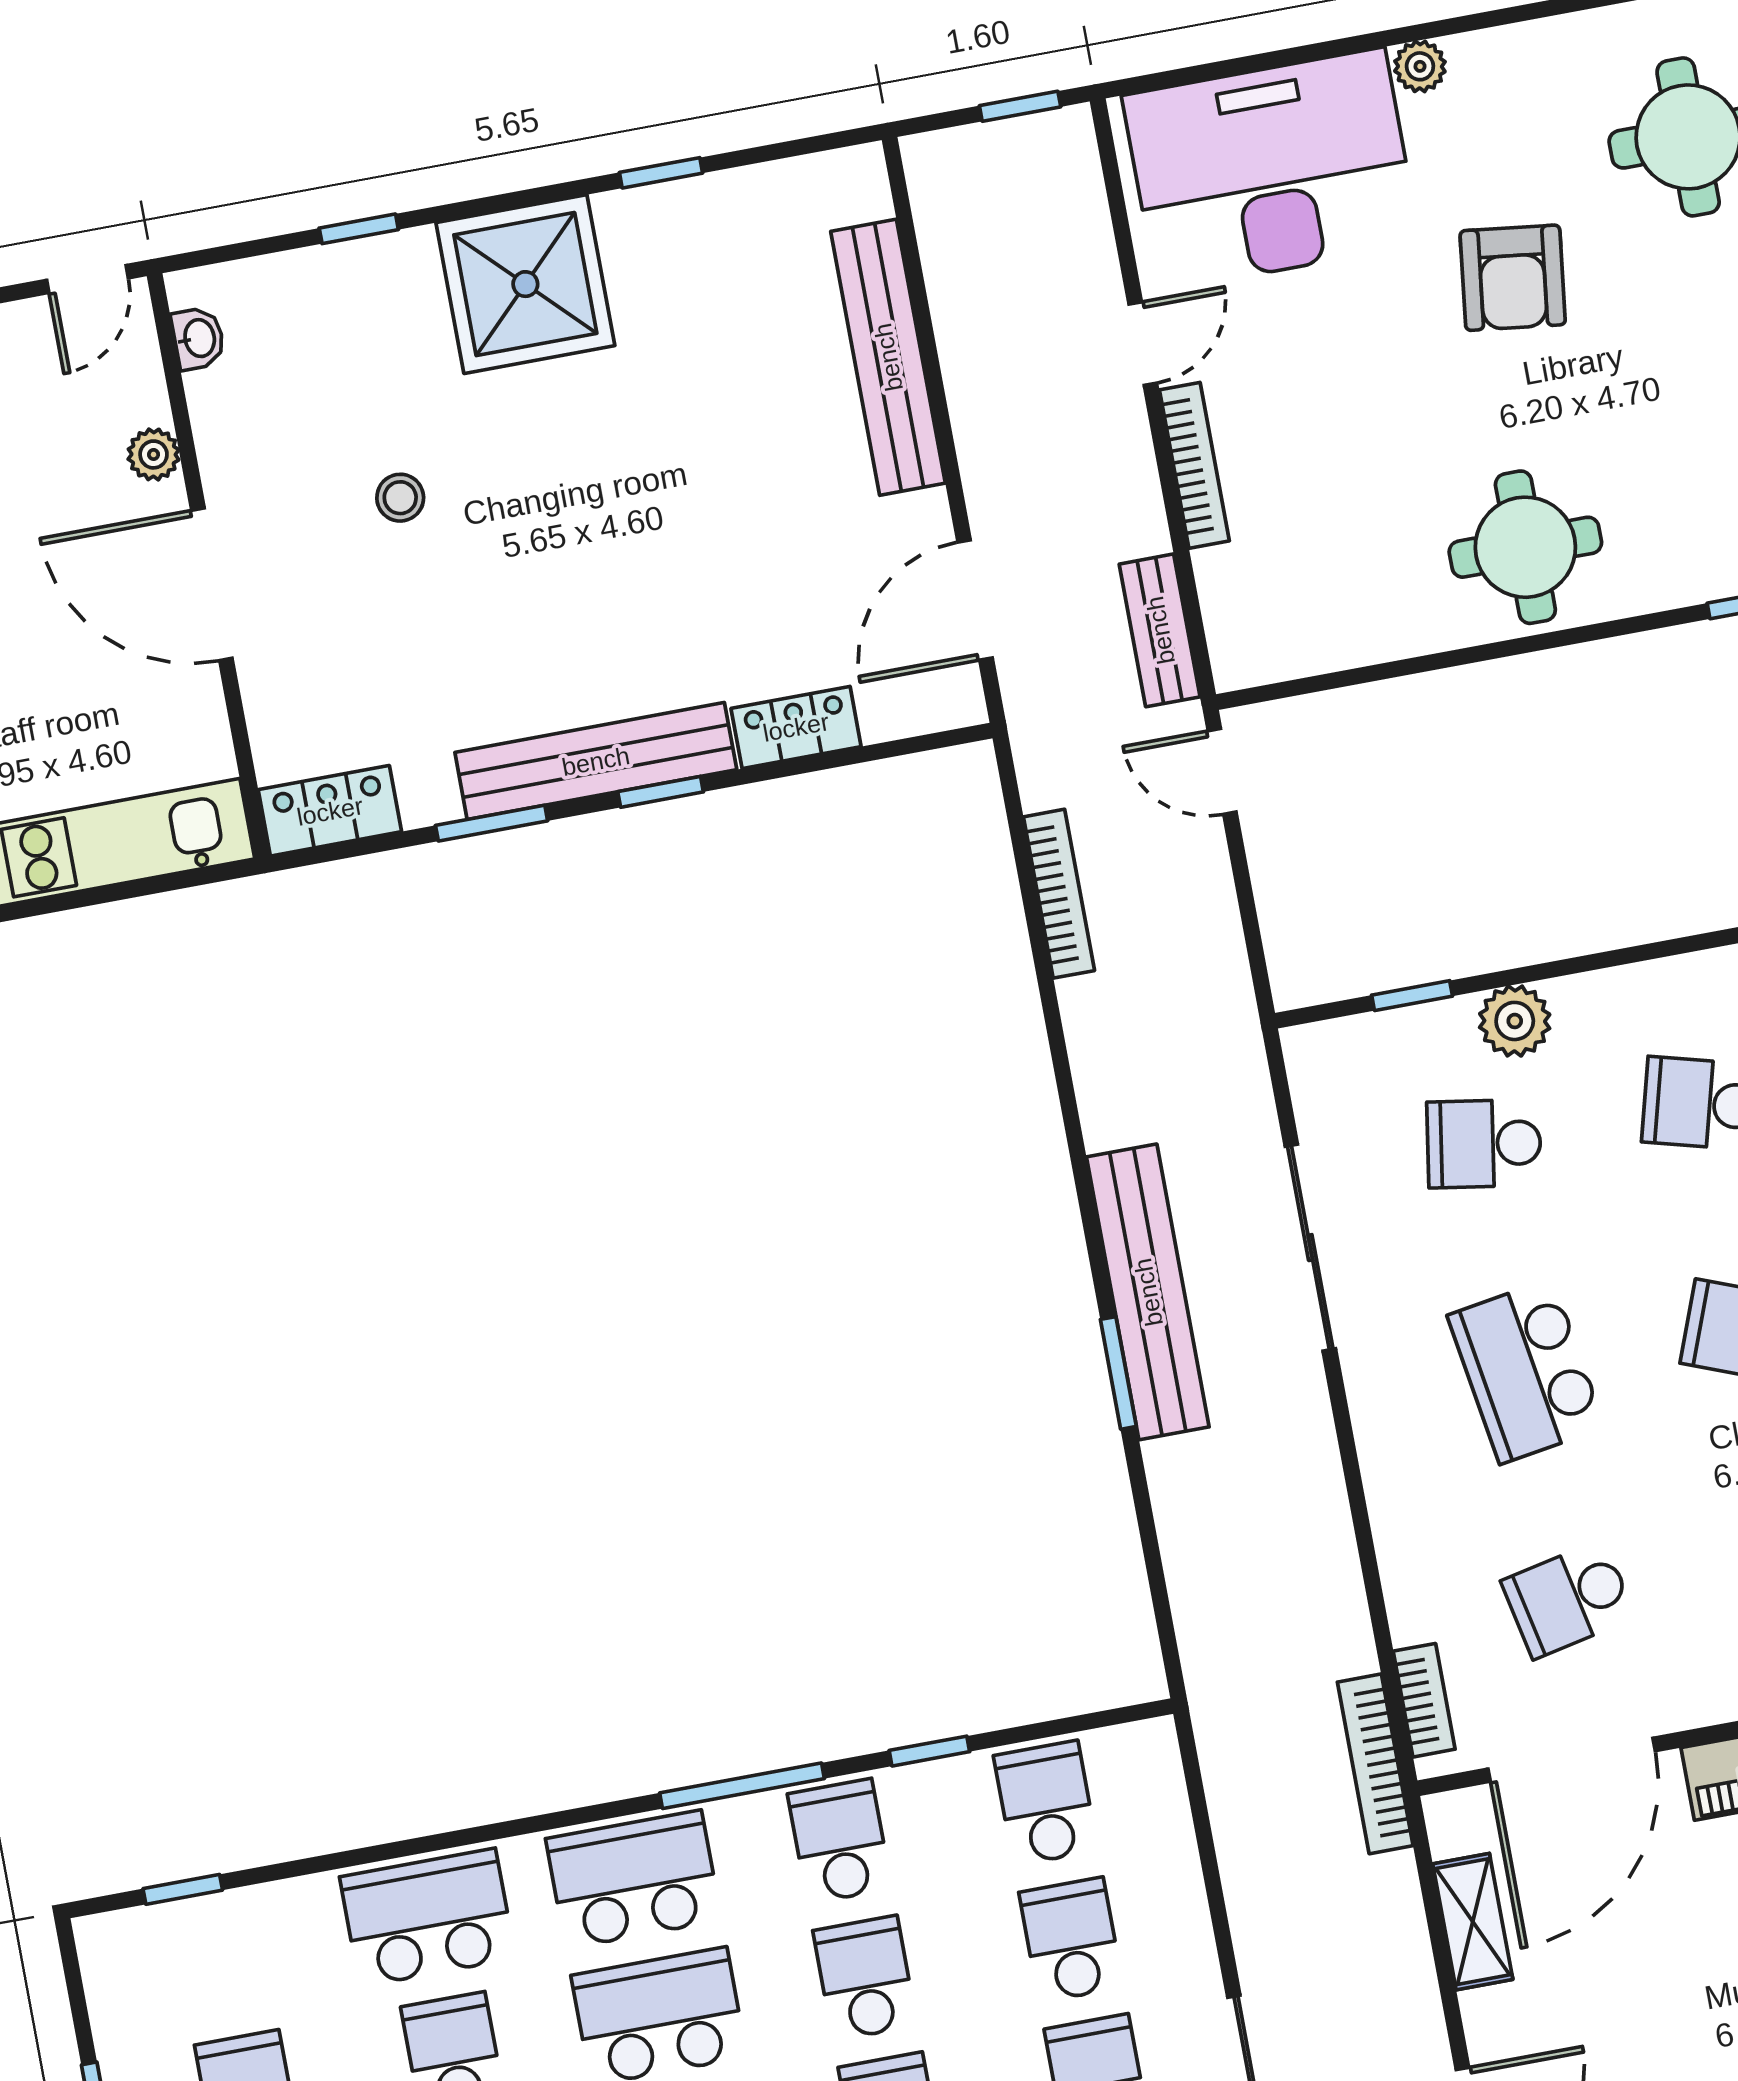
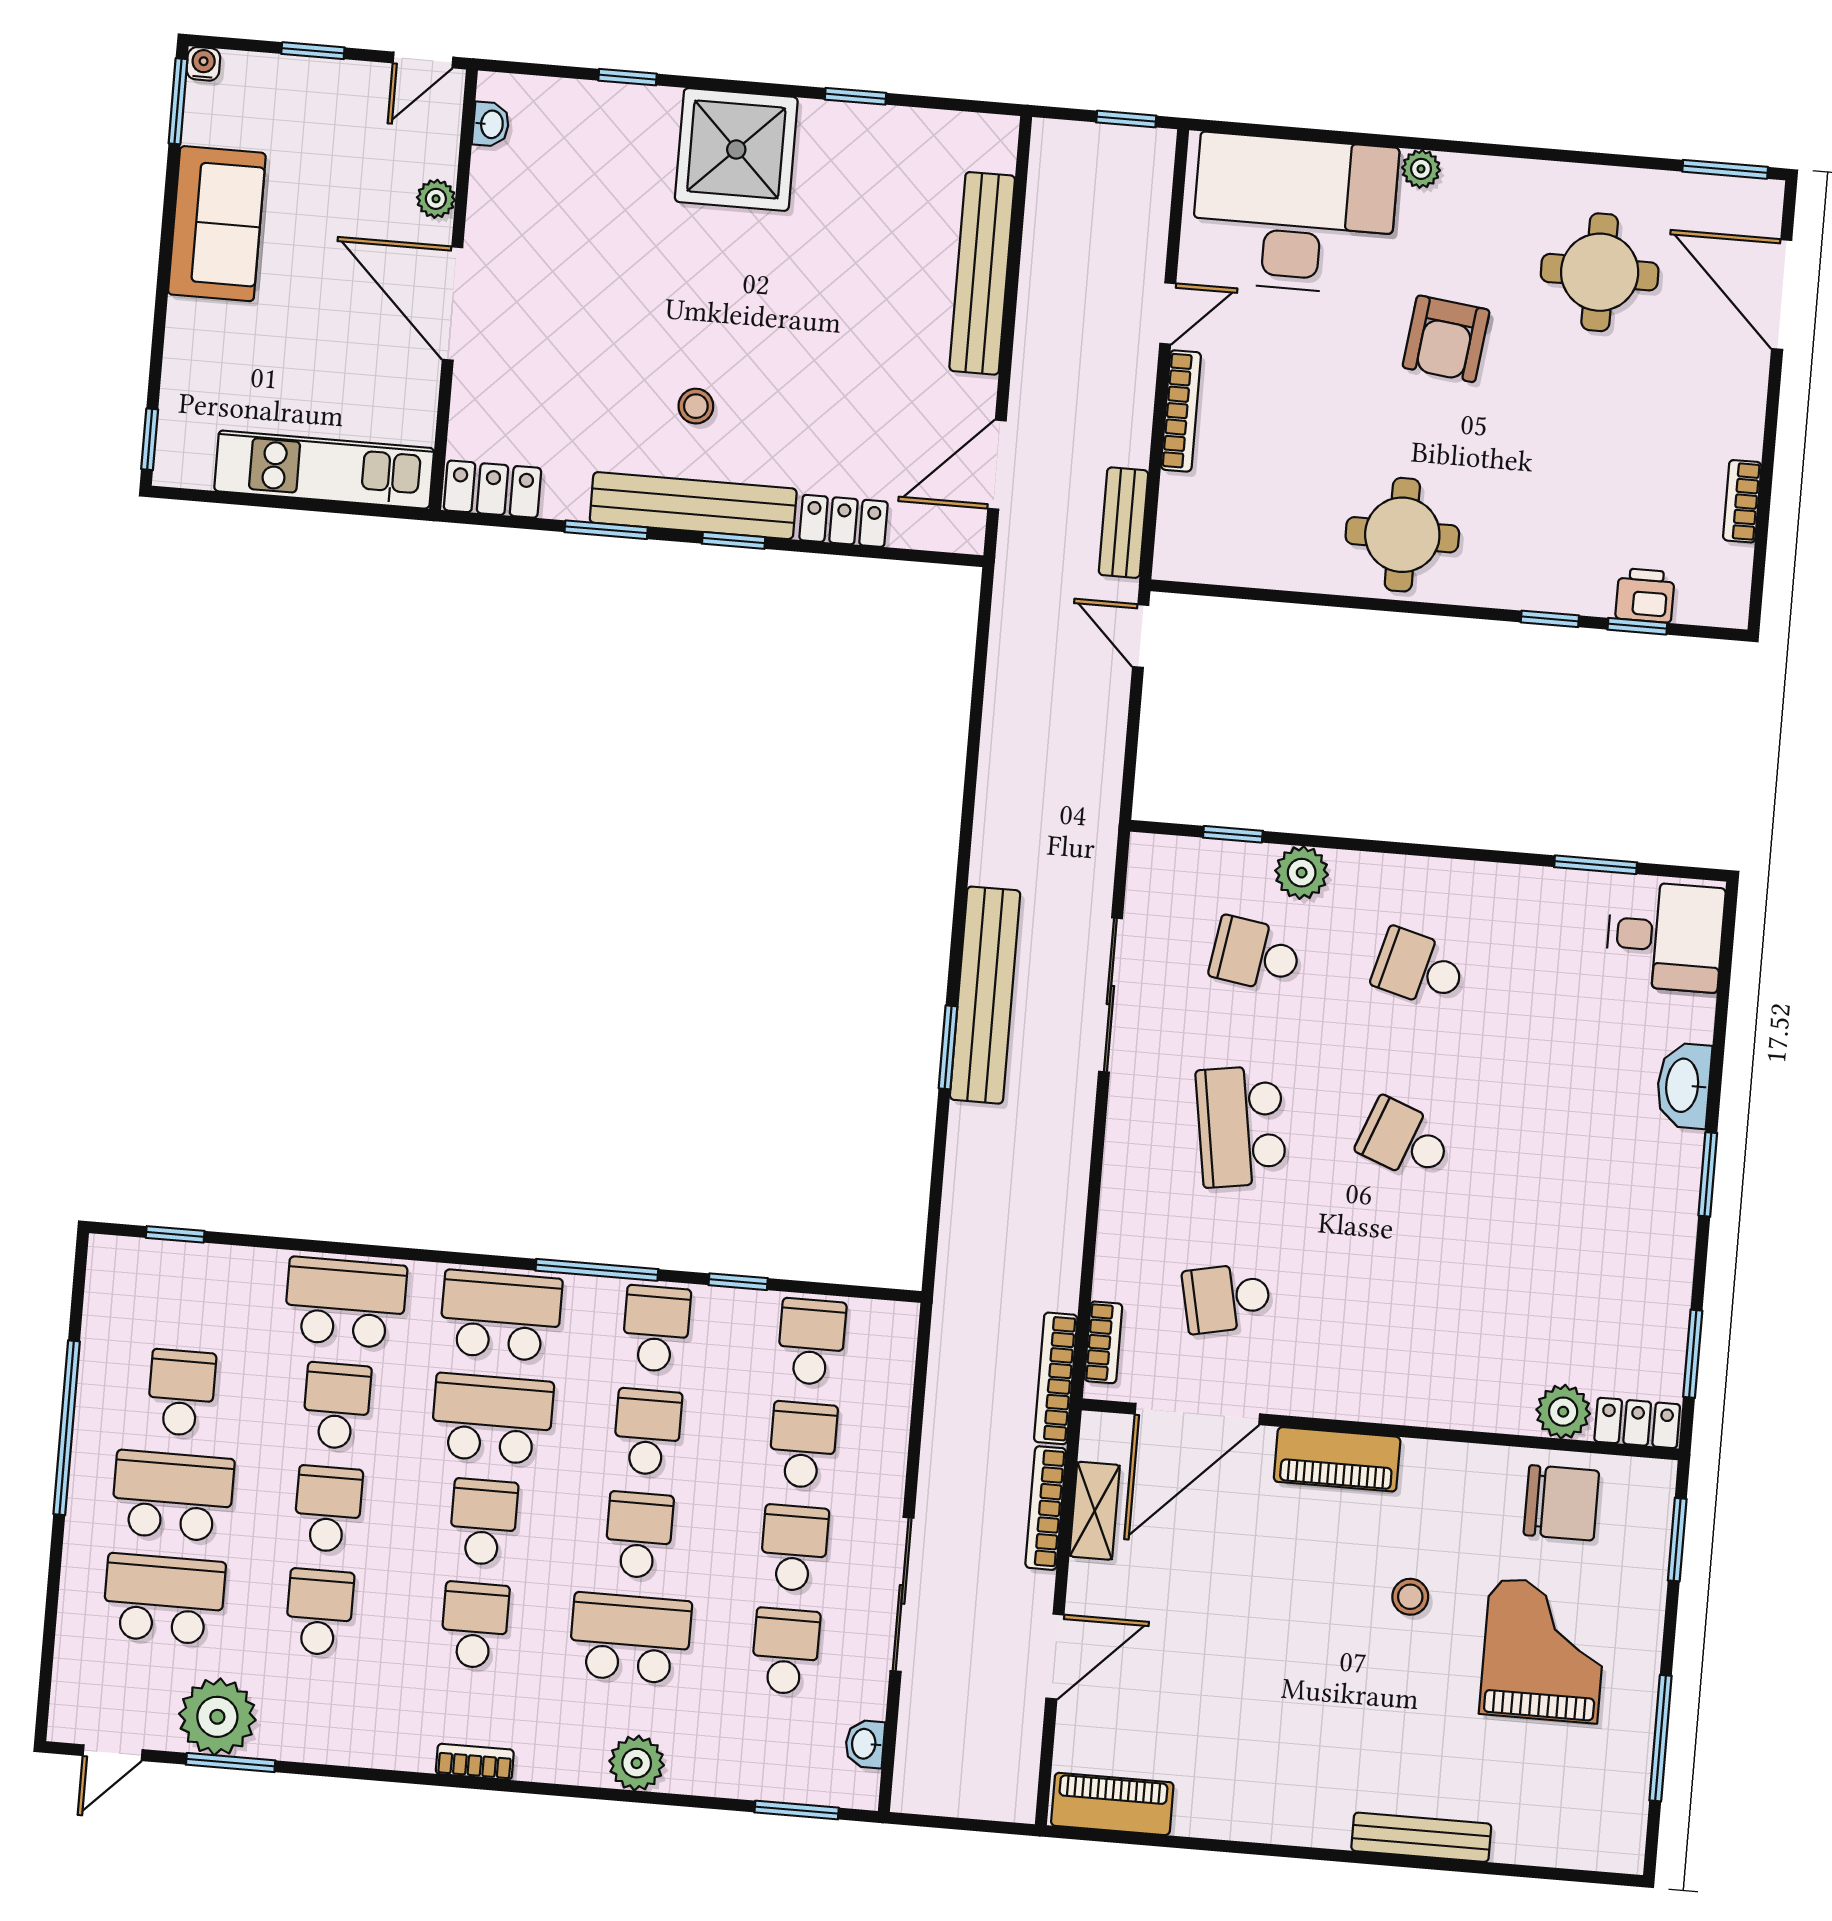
stool: (400, 498) -> (696, 406), moved
bookcase: (1059, 894) -> (1046, 1508), moved, turned 180

